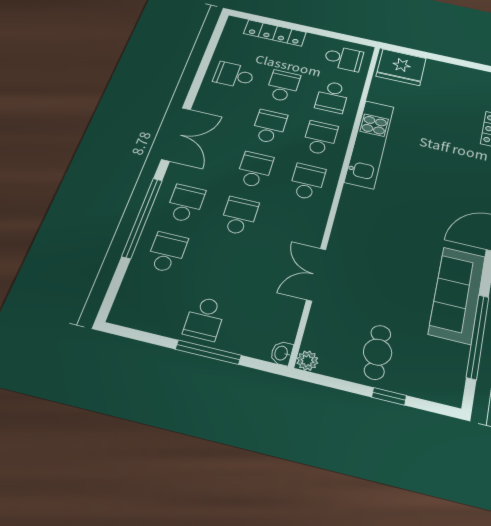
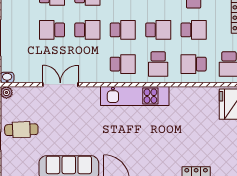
school desk: (320, 138) -> (158, 64), turned 90
kitchen unit: (369, 144) -> (135, 96), moved
school desk: (205, 318) -> (52, 30), moved

